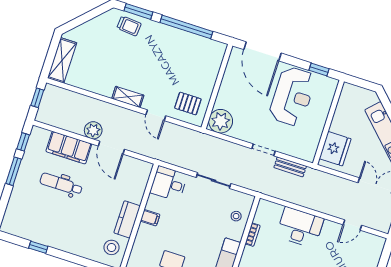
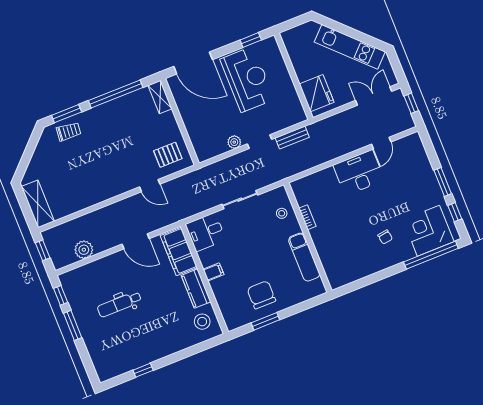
shelving: (128, 97) -> (160, 97), moved, turned 90
plant: (221, 121) -> (234, 142), moved, width x0.53, depth x0.53
plant: (93, 130) -> (84, 250), moved
filing cabinet: (69, 148) -> (179, 252), moved, turned 90
desk: (300, 227) -> (359, 173), moved

